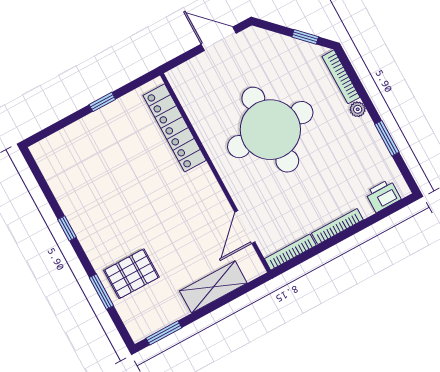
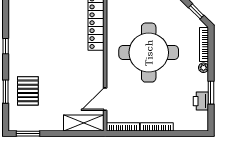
printer: (383, 196) -> (201, 101), moved, turned -90
pallet: (131, 274) -> (28, 91), turned 90
shelving: (213, 287) -> (84, 123), moved

